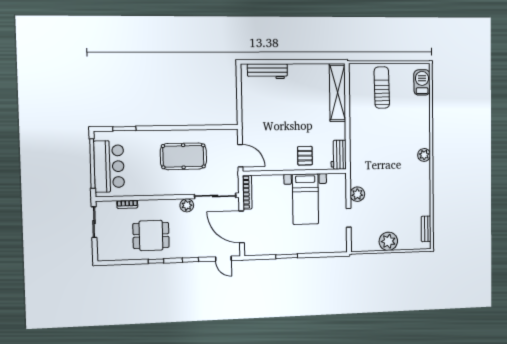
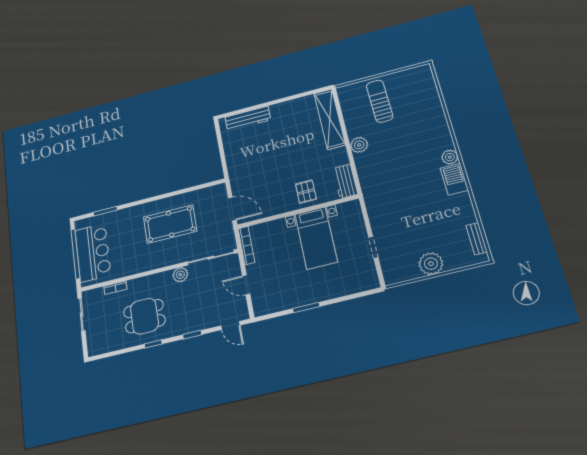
barbecue: (422, 82) -> (454, 179), moved
plant: (357, 194) -> (359, 145), moved
door: (242, 227) -> (246, 285), width x0.53

